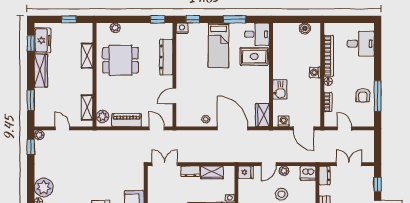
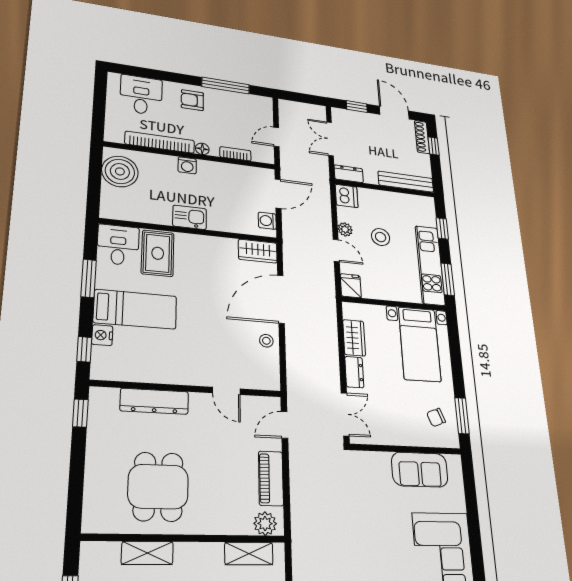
plant: (115, 28) -> (93, 495), removed
nightstand: (182, 28) -> (102, 335), moved
boiler: (305, 28) -> (120, 171), width x1.86, depth x1.86
kitchen sink: (280, 89) -> (190, 217), moved
armchair: (363, 95) -> (192, 100), moved, turned 180
double door: (165, 164) -> (345, 414), swing flipped

